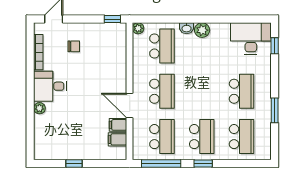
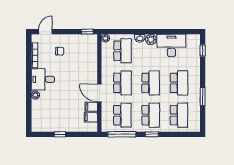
desk: (251, 39) -> (171, 45), moved
school desk: (202, 91) -> (151, 83), added

